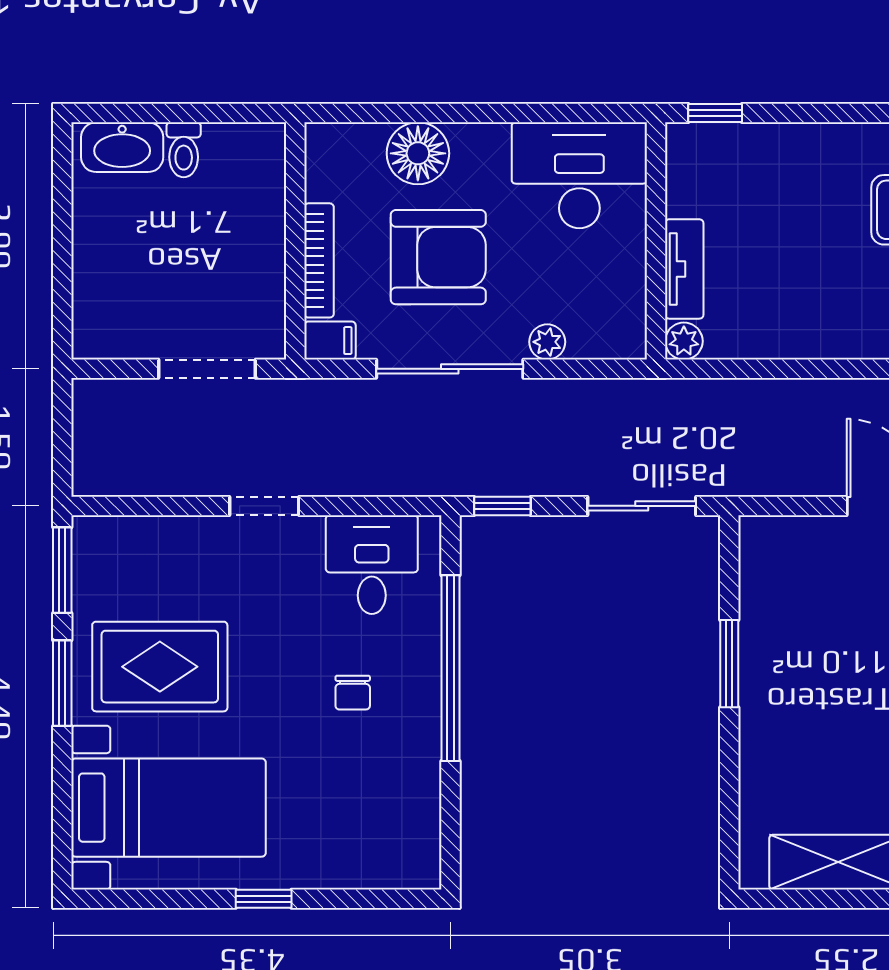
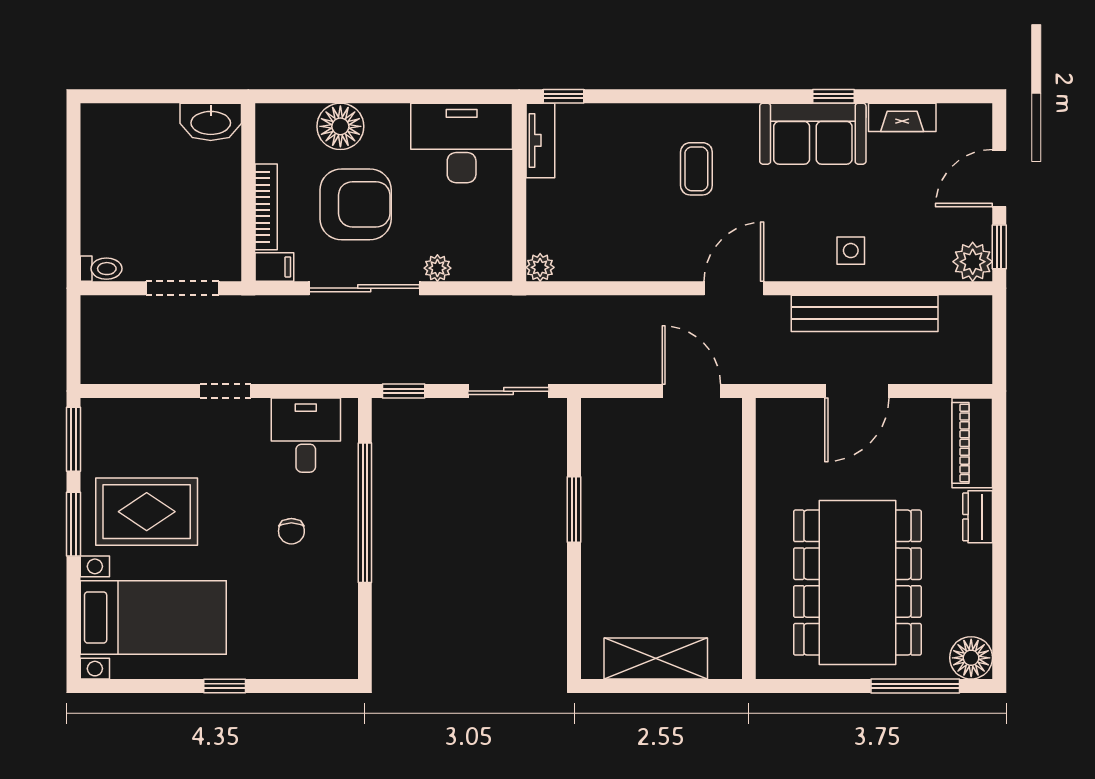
washbasin: (122, 147) -> (211, 122), moved
toilet: (184, 150) -> (101, 269), moved, turned -90
tv unit: (684, 269) -> (540, 140), moved

